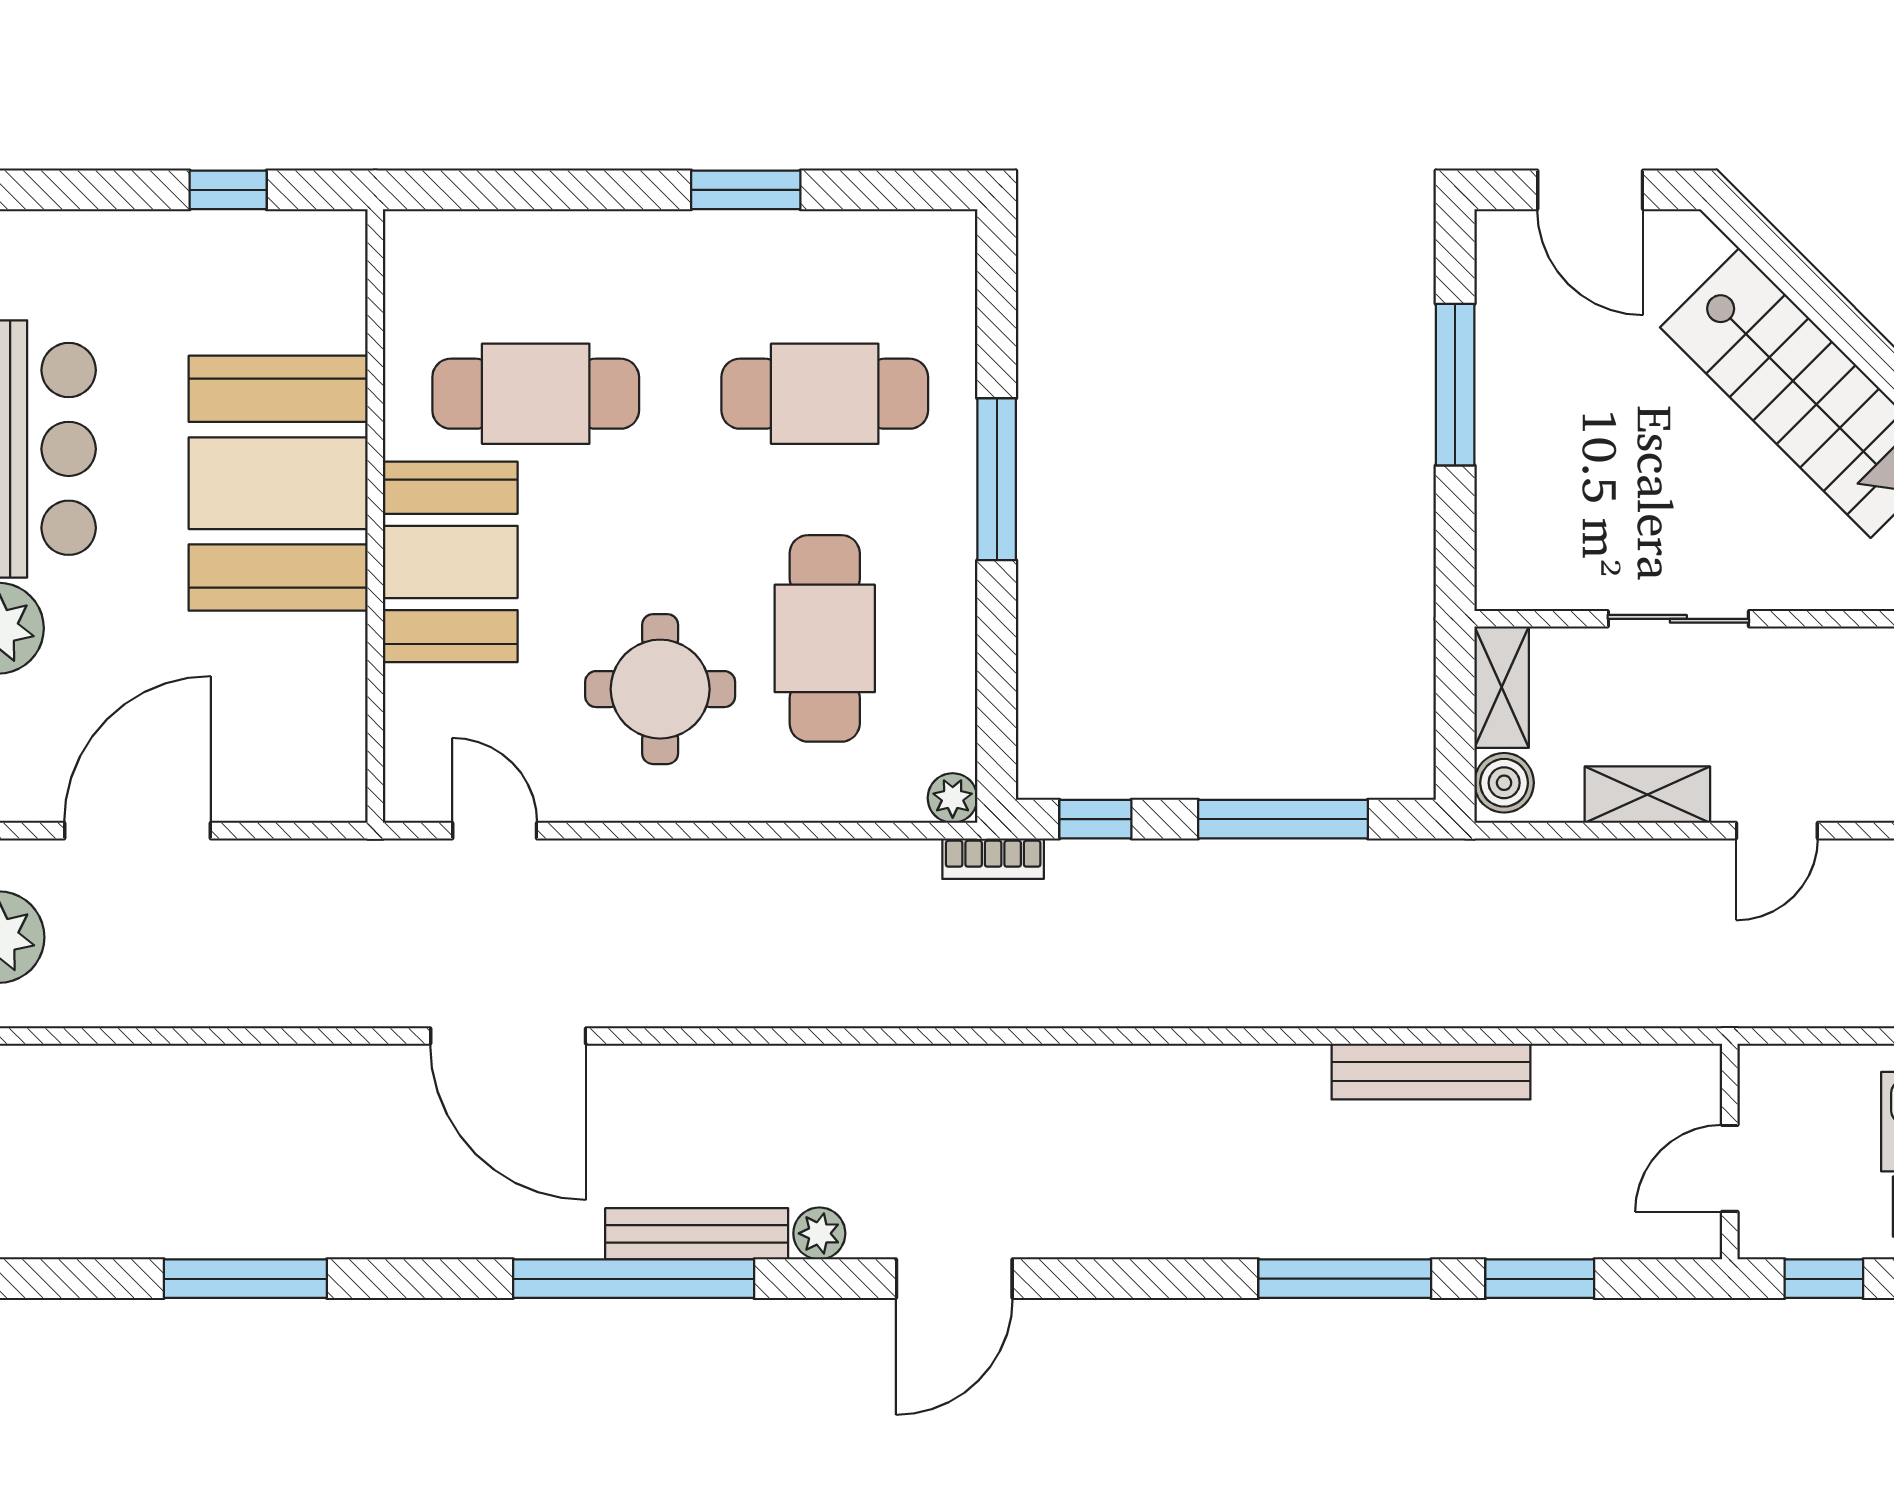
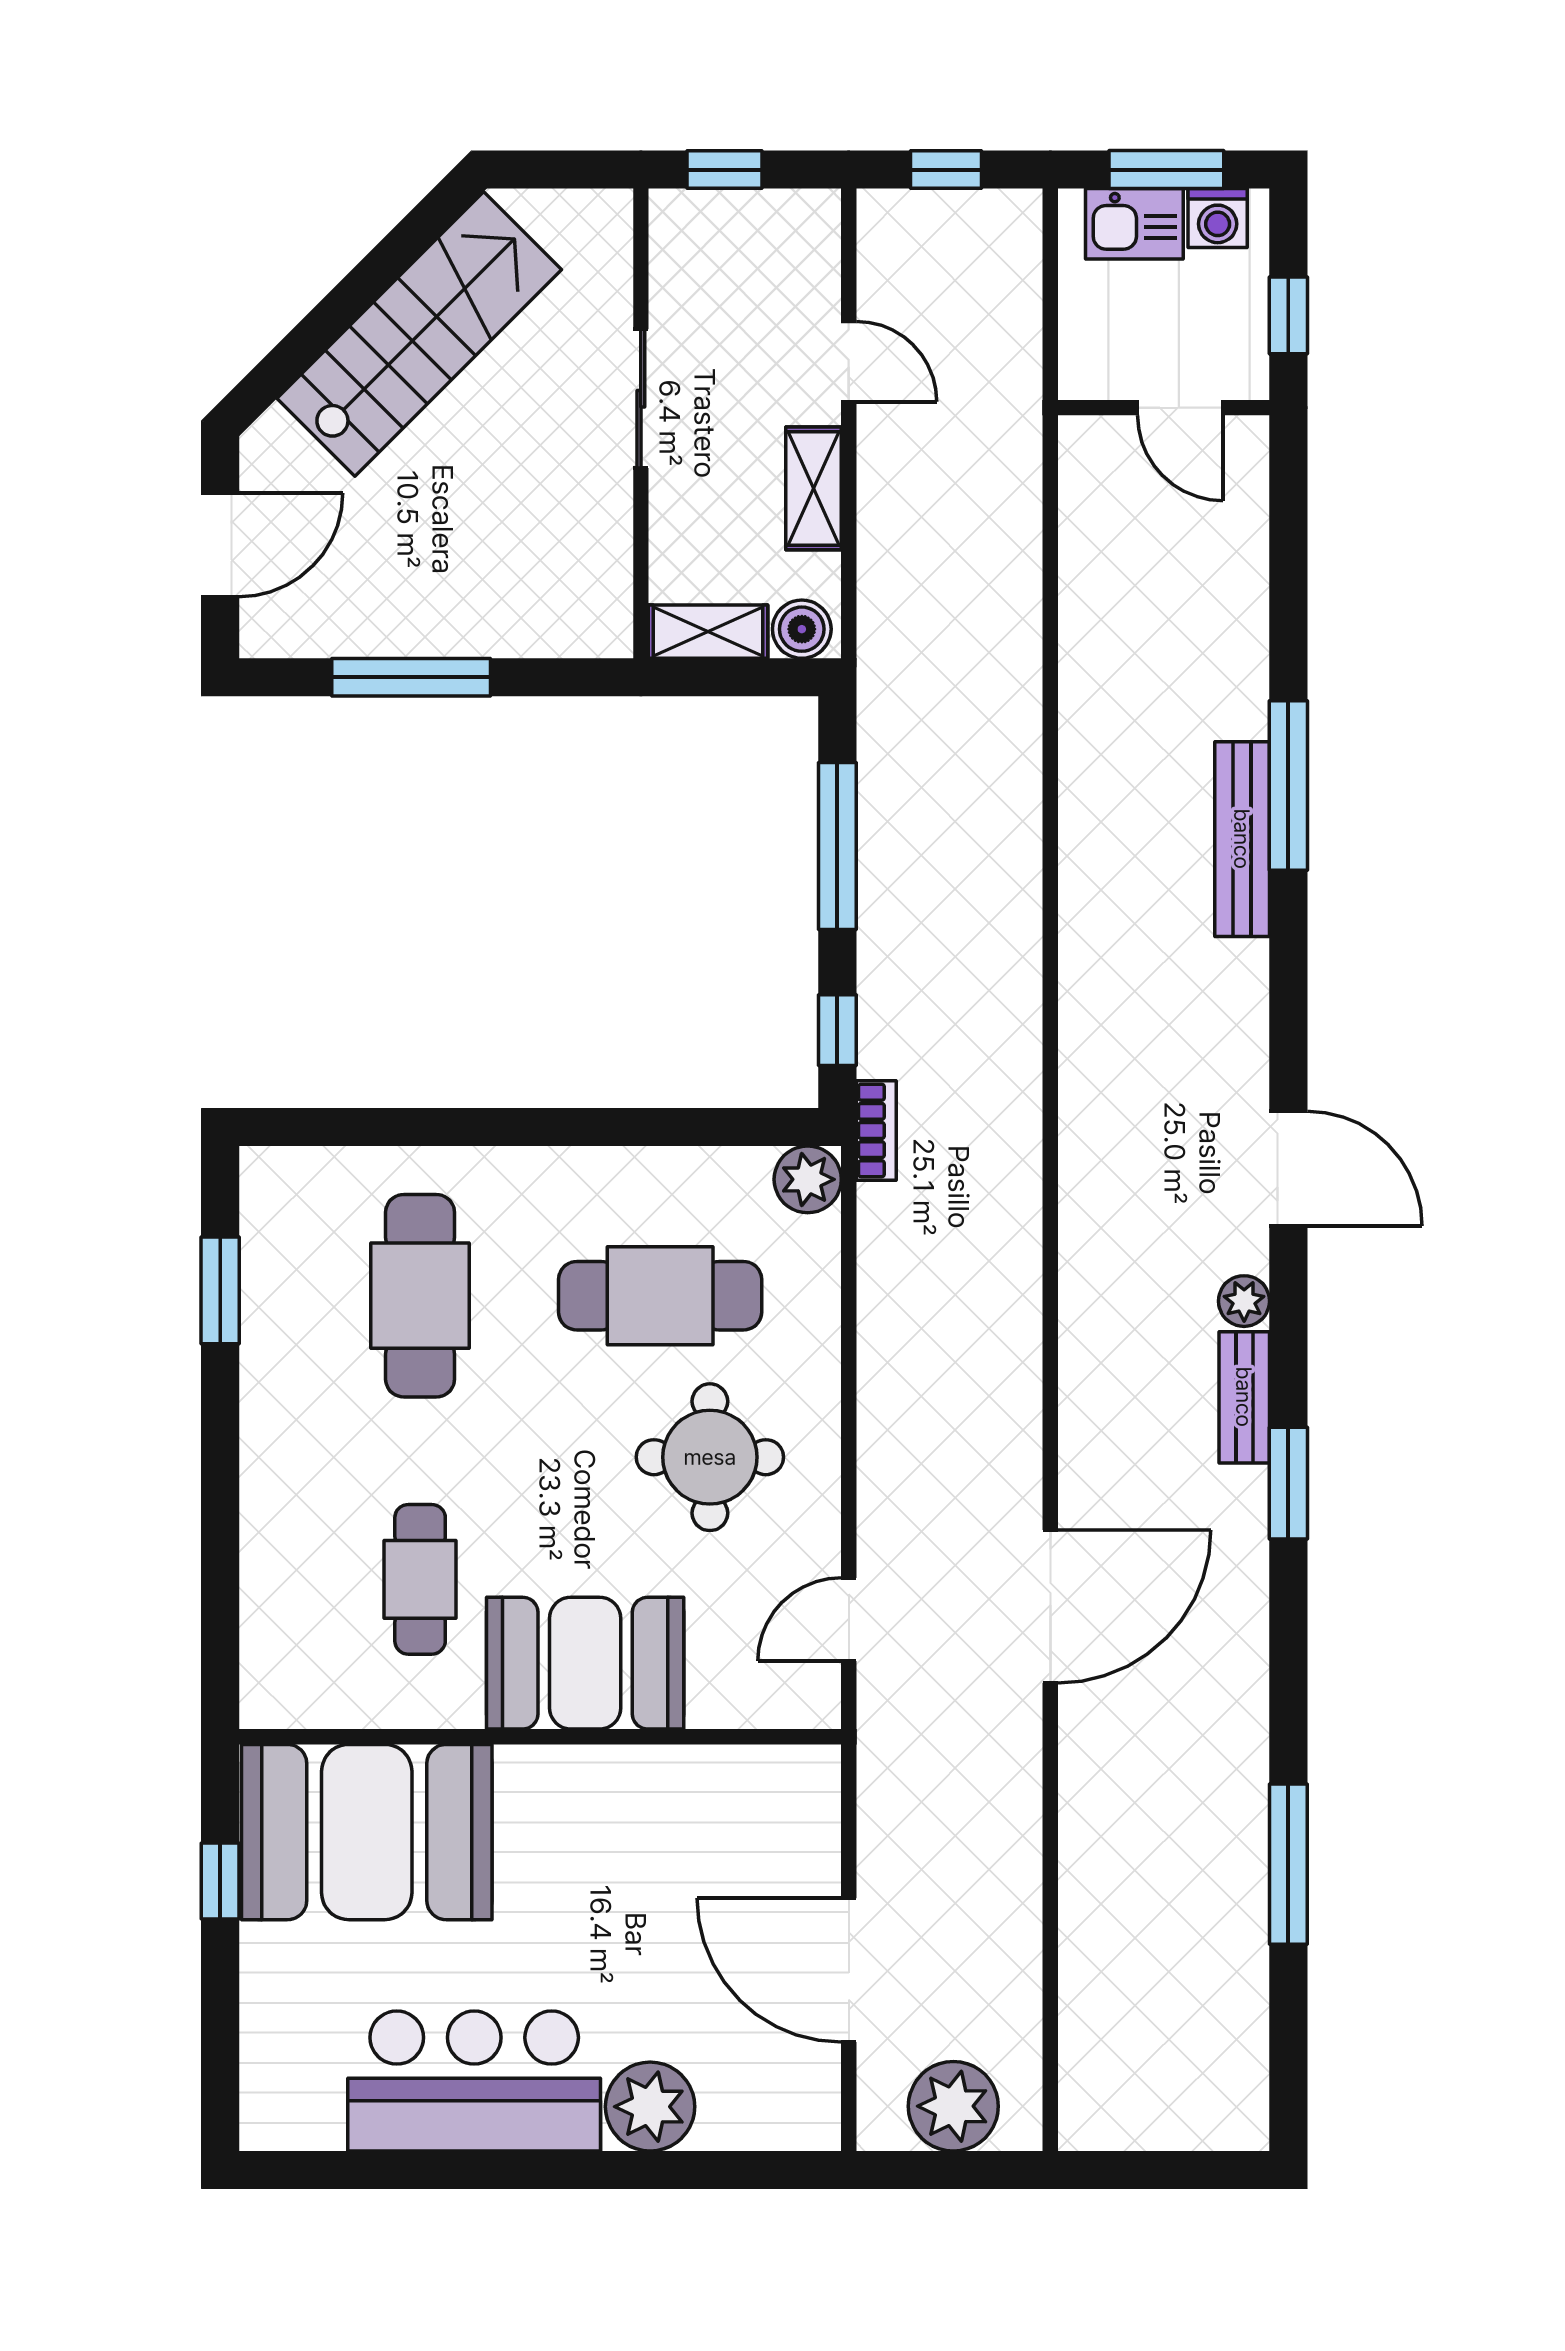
window: (746, 190) -> (220, 1290), moved
cafe table: (536, 394) -> (420, 1579), width x0.73, depth x0.74
window: (997, 479) -> (504, 1127), removed
booth: (278, 483) -> (367, 1832), moved
sliding door: (1678, 619) -> (641, 399), moved
plant: (953, 798) -> (808, 1179), width x1.38, depth x1.38
bench: (1431, 1072) -> (1242, 839), moved
bench: (697, 1234) -> (1244, 1397), width x0.73
window: (634, 1279) -> (1288, 1483), width x0.47
window: (1540, 1279) -> (1288, 594), removed

